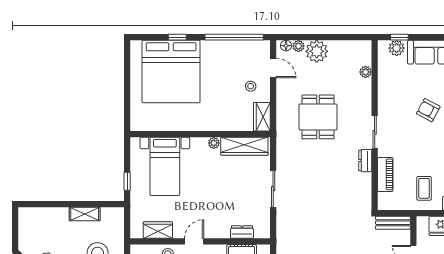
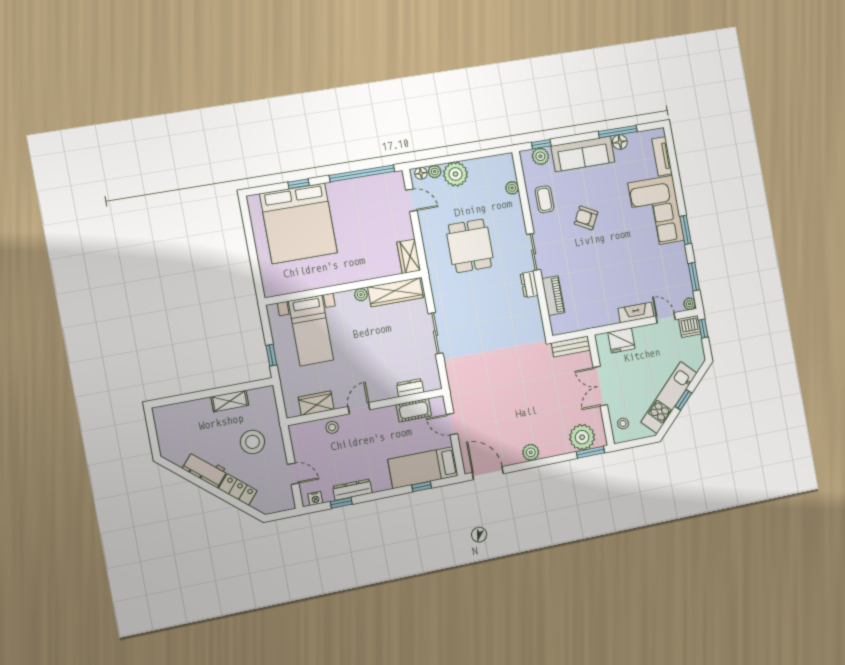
stool: (251, 86) -> (390, 225), removed
coffee table: (424, 188) -> (544, 199), moved

